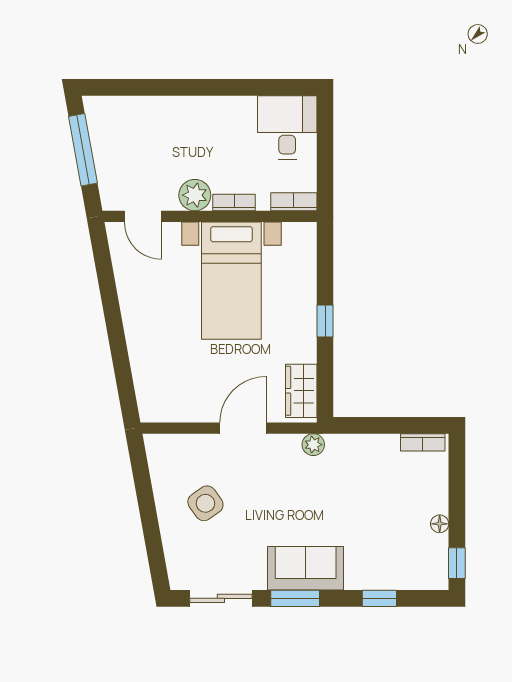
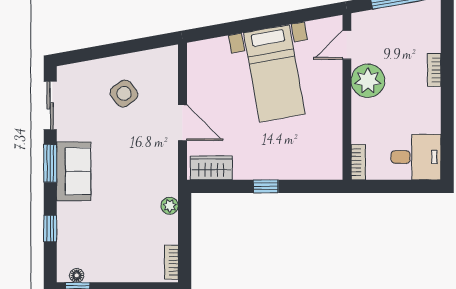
plant: (195, 195) -> (368, 81), width x1.36, depth x1.36
bookcase: (234, 202) -> (434, 70), moved, turned 180
bed with nightstands: (231, 281) -> (274, 73), moved, turned -100
plant: (313, 445) -> (170, 206), moved
floor lamp: (440, 524) -> (77, 275), moved

